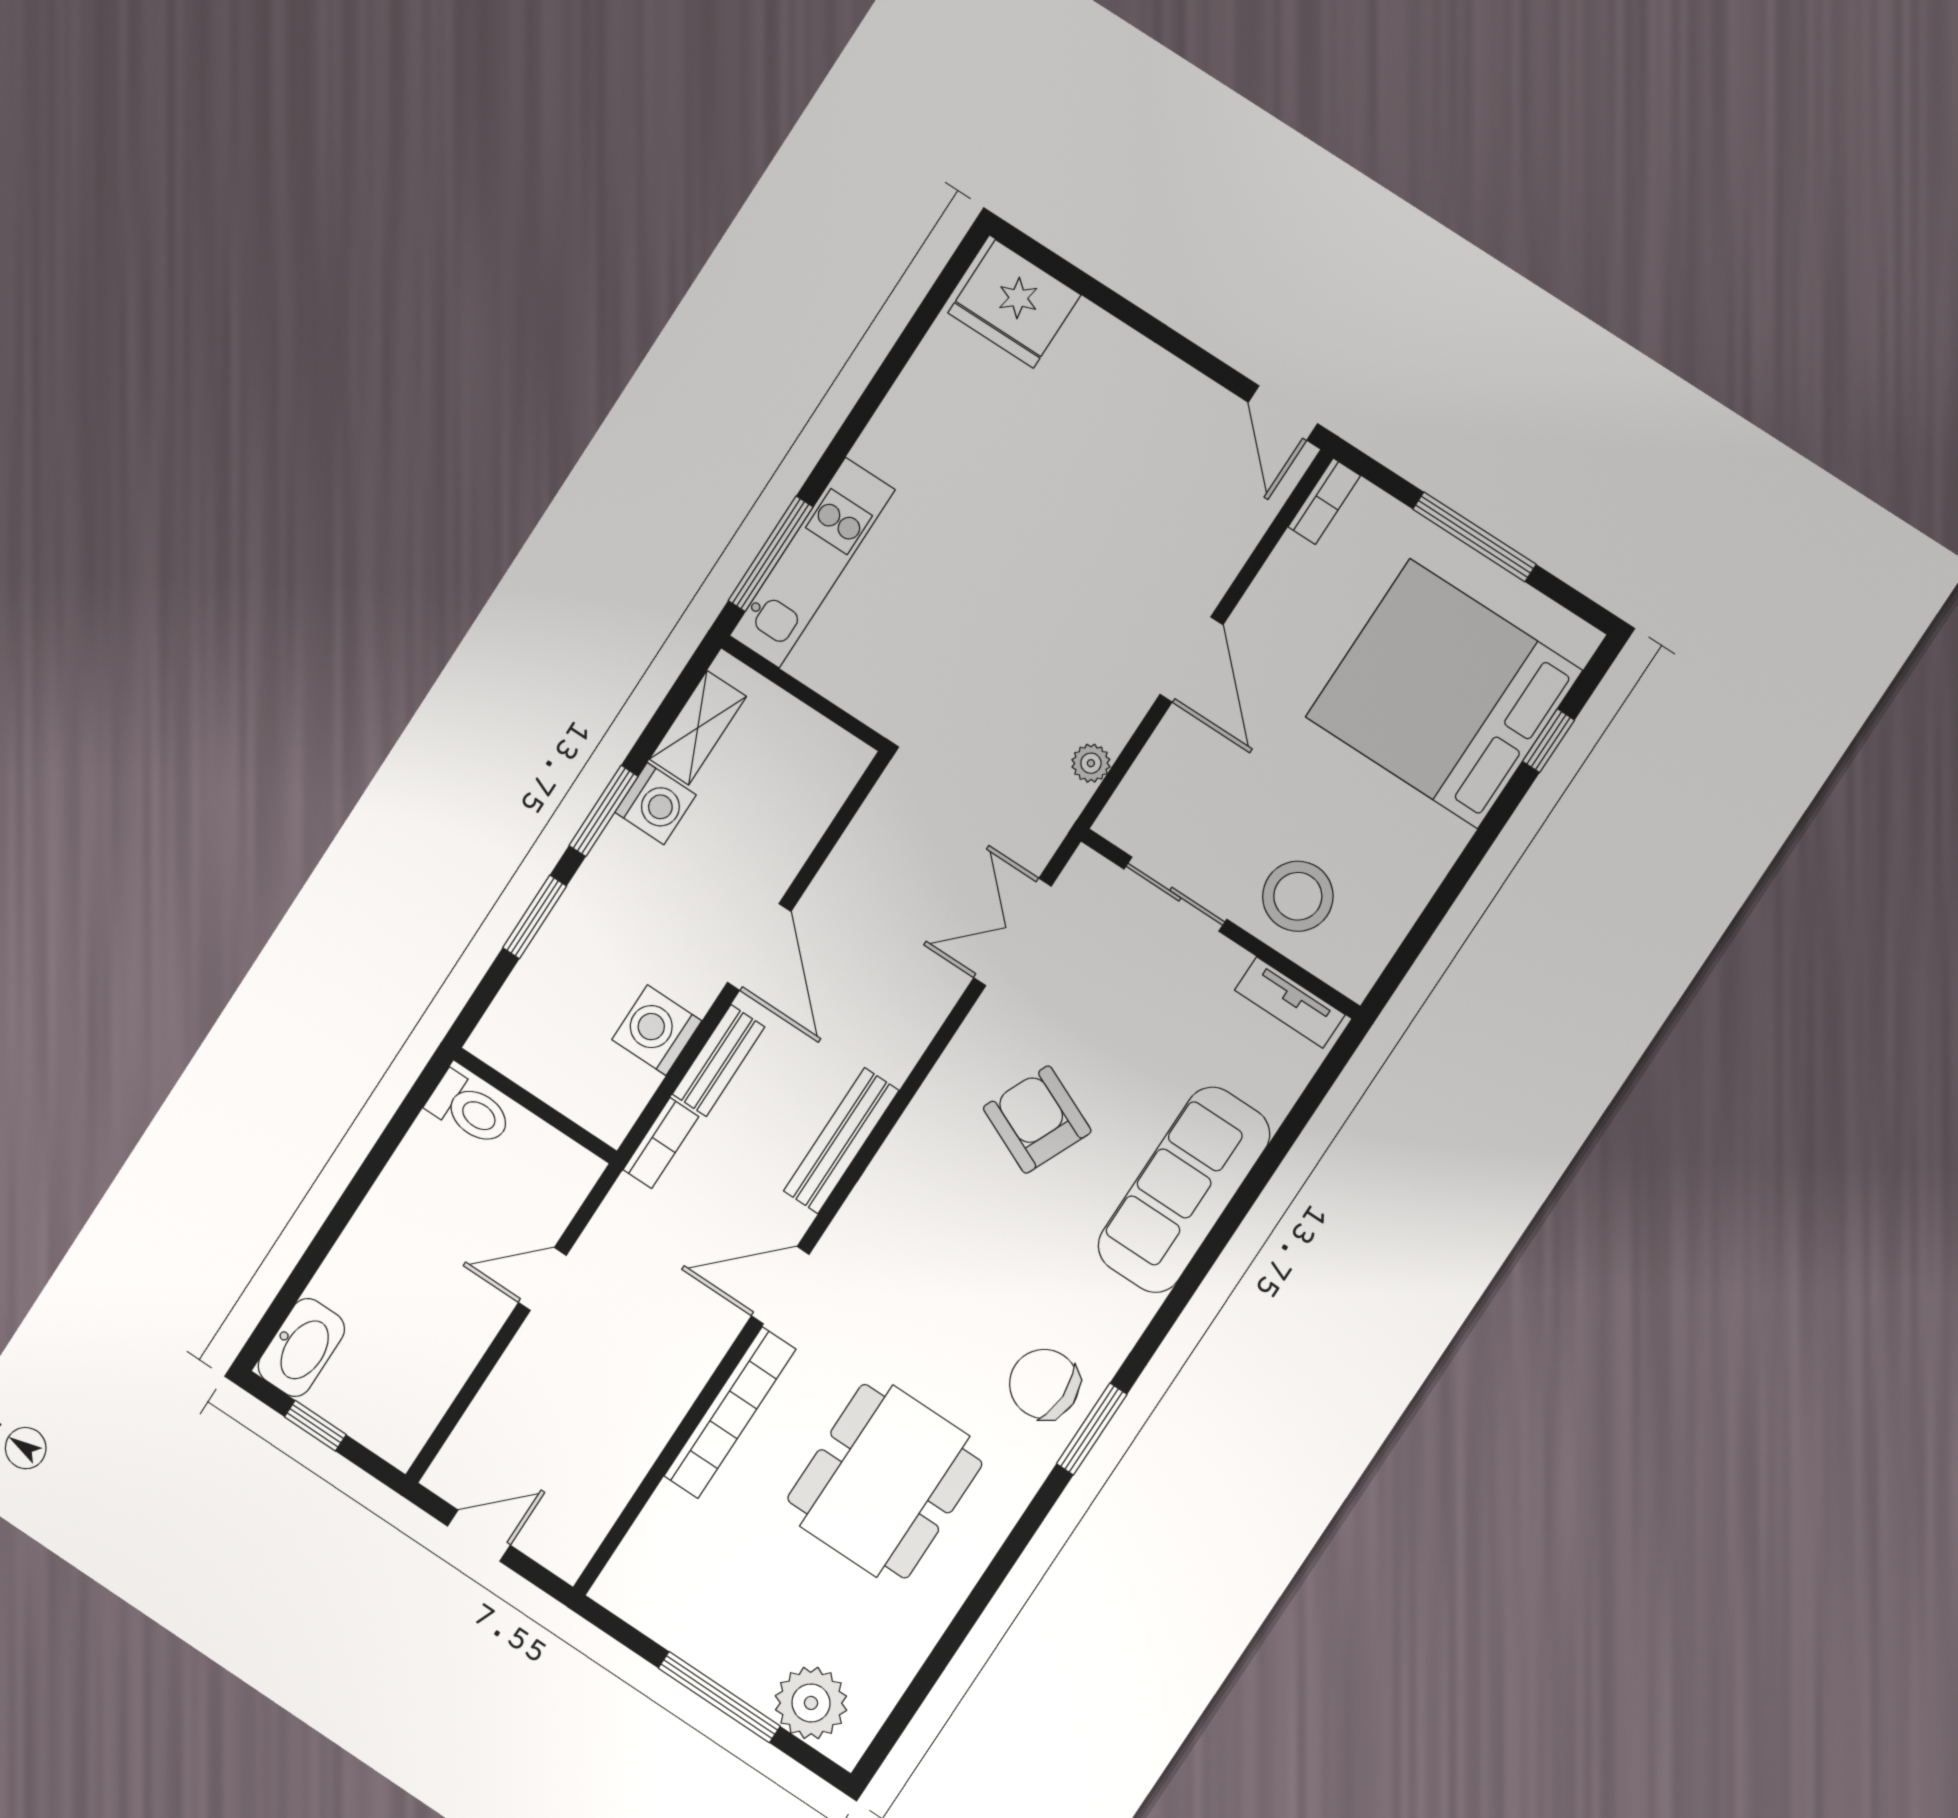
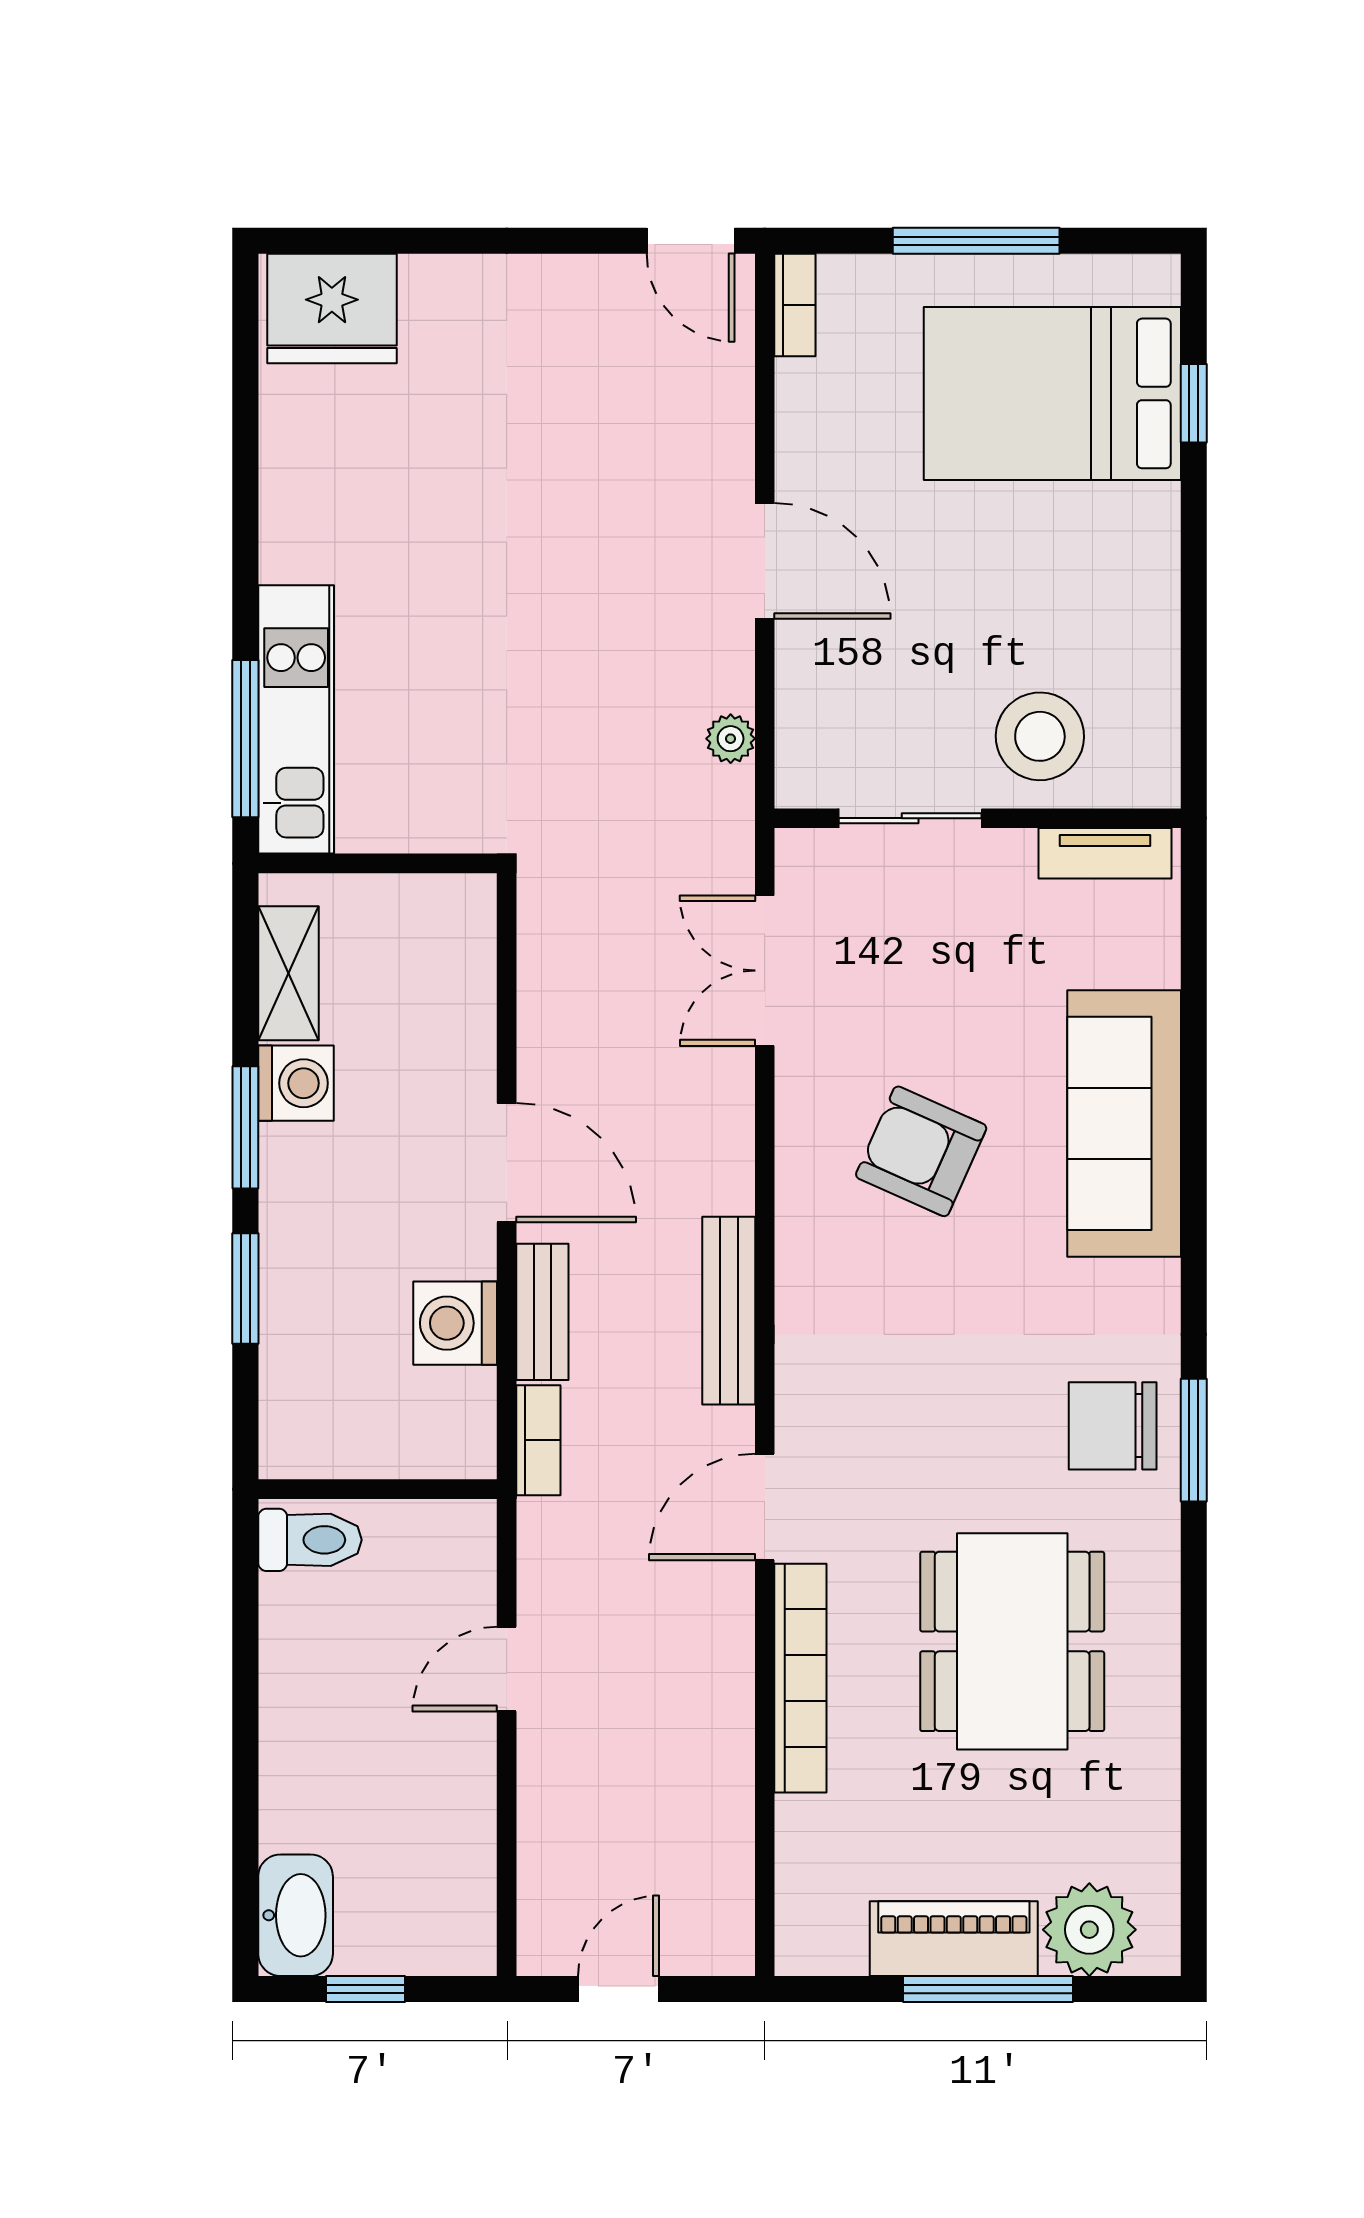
bed: (1444, 694) -> (1052, 393), width x0.73
piano: (719, 1649) -> (954, 1939), added

